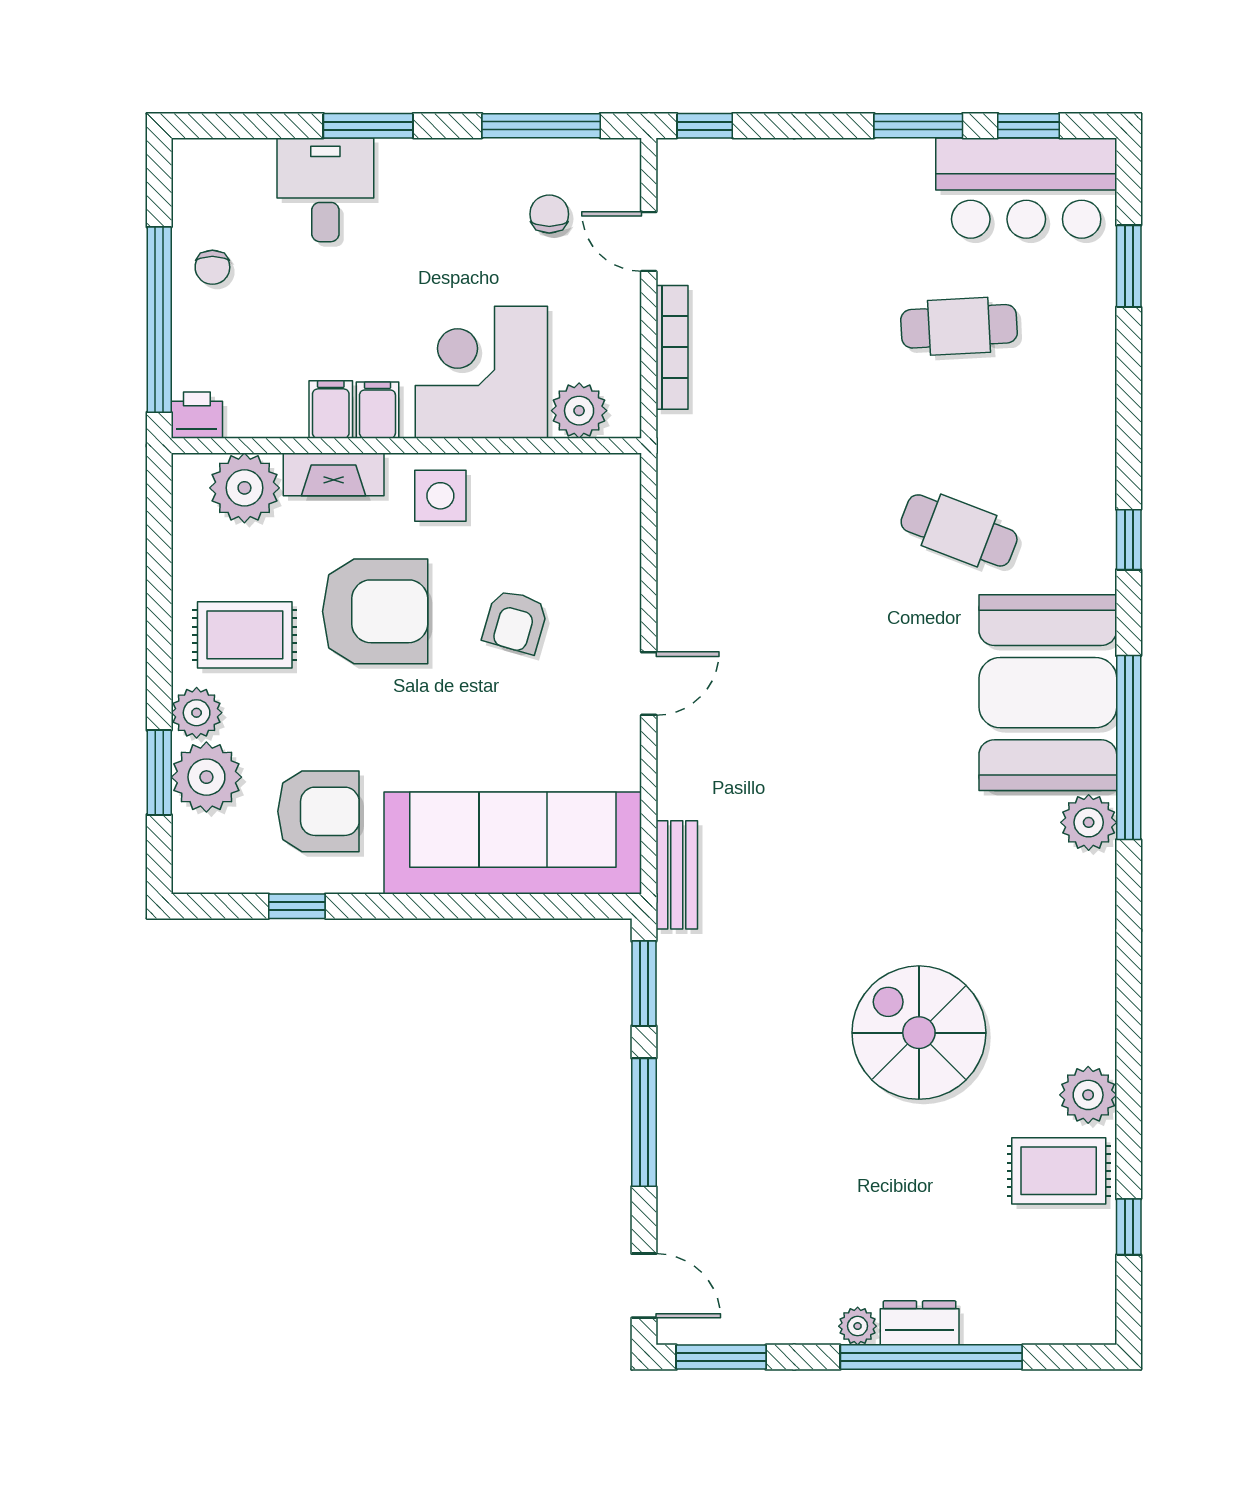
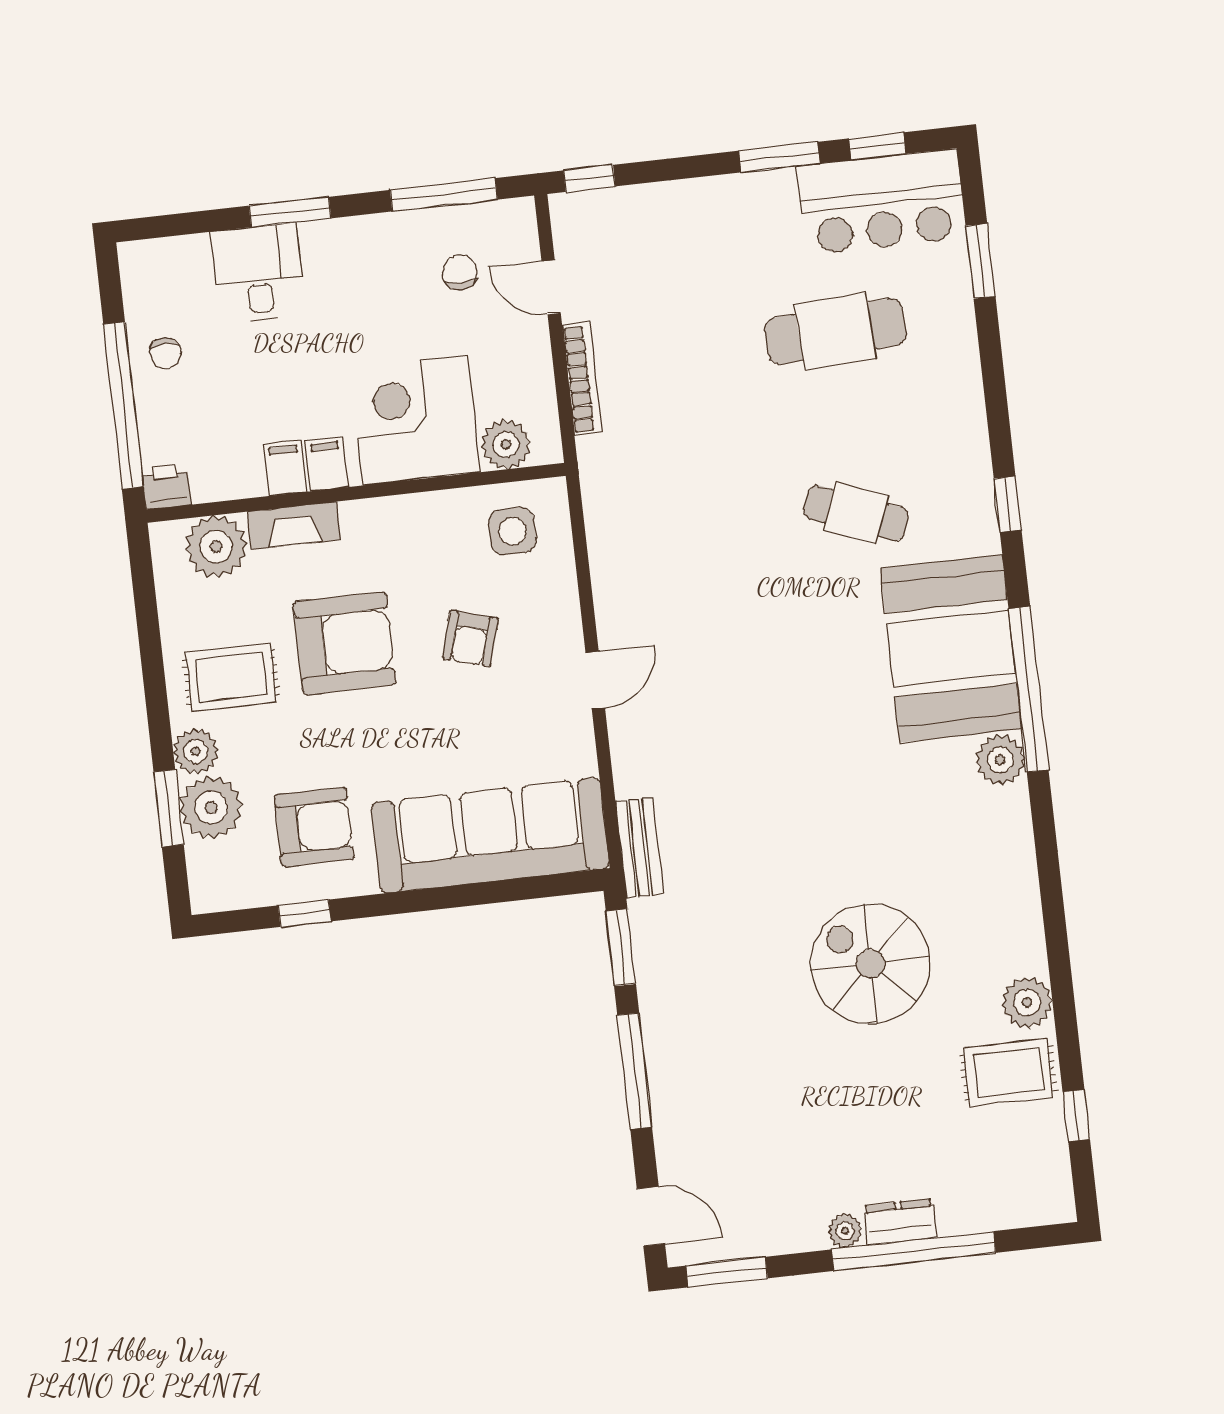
cafe table: (959, 326) -> (836, 331), width x1.37, depth x1.35
side table: (440, 496) -> (512, 531), moved

